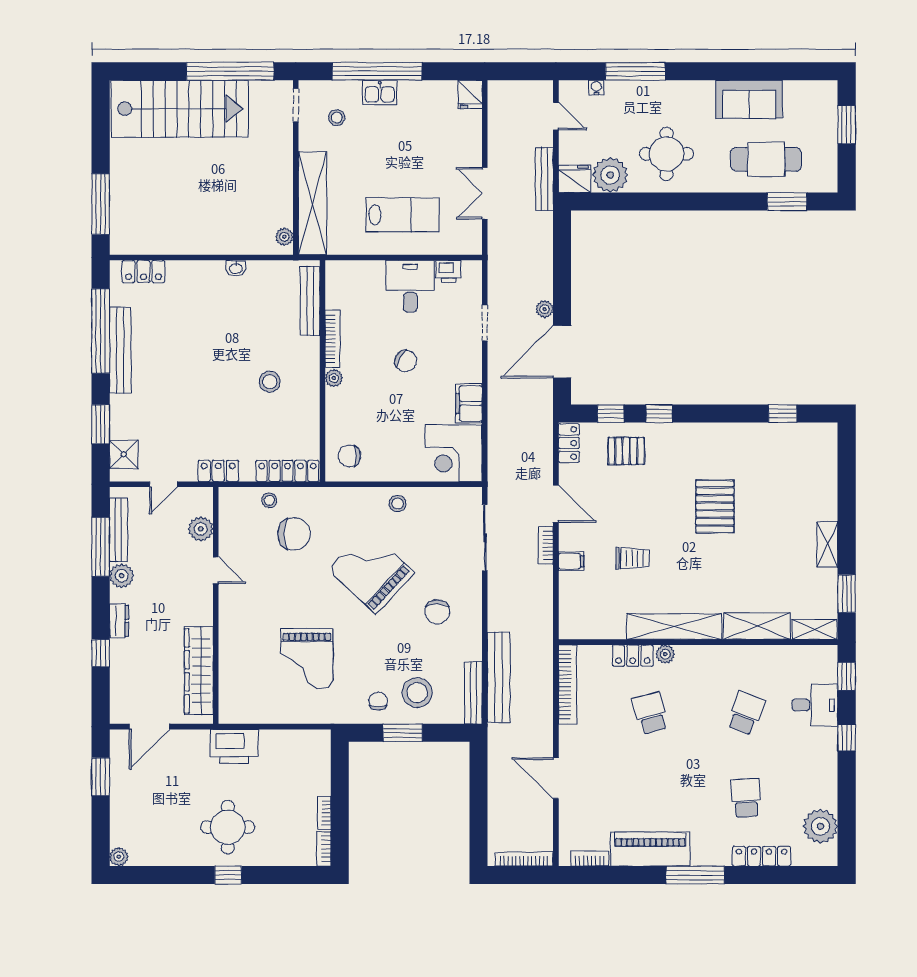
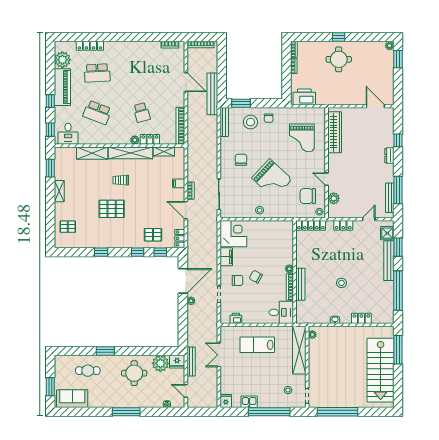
window: (635, 71) -> (126, 412), moved
kitchen sink: (380, 93) -> (249, 402), moved
sofa: (749, 99) -> (72, 399), moved
stairs: (180, 109) -> (381, 370), moved, turned -90
cafe table: (766, 159) -> (88, 371), width x0.73, depth x0.74
double door: (485, 193) -> (219, 355), swing flipped
window: (787, 202) -> (105, 351), moved
locker: (143, 271) -> (361, 318), moved
desk: (410, 286) -> (281, 312), moved, turned -90
bench: (310, 301) -> (300, 284), moved
bench: (120, 350) -> (389, 261), moved
stool: (270, 382) -> (341, 283), moved
window: (783, 414) -> (101, 252), moved
chair: (349, 456) -> (238, 280), moved
pallet: (809, 468) -> (68, 227), added
pallet: (715, 506) -> (112, 209), turned 90
plant: (201, 529) -> (334, 198), moved
trolley: (633, 558) -> (121, 180), moved
door: (216, 570) -> (327, 179), moved
plant: (122, 576) -> (388, 177), removed
wall: (216, 605) -> (327, 163), moved
shelving: (814, 629) -> (164, 152), moved
grand piano: (307, 659) -> (302, 138), turned 180
wardrobe: (199, 671) -> (335, 132), moved
bench: (499, 677) -> (212, 94), moved
desk: (815, 705) -> (68, 134), moved, turned -90
school desk: (746, 713) -> (97, 112), width x1.85
door: (149, 727) -> (375, 106), hinge flipped
window: (403, 733) -> (241, 103), moved
printer: (234, 746) -> (304, 97), moved
window: (101, 777) -> (398, 59), moved
school desk: (746, 798) -> (97, 73), width x1.85
piano: (650, 849) -> (62, 87), moved, turned -90
window: (695, 875) -> (121, 37), removed

